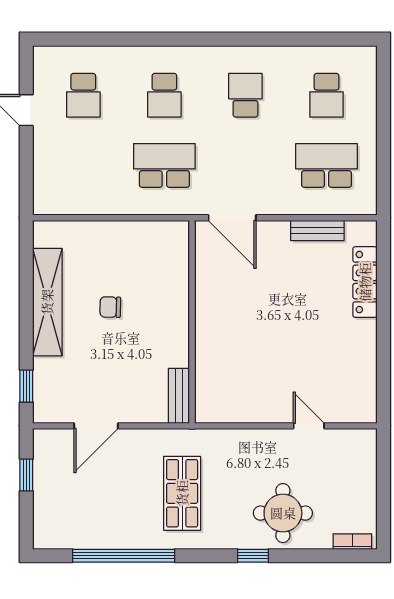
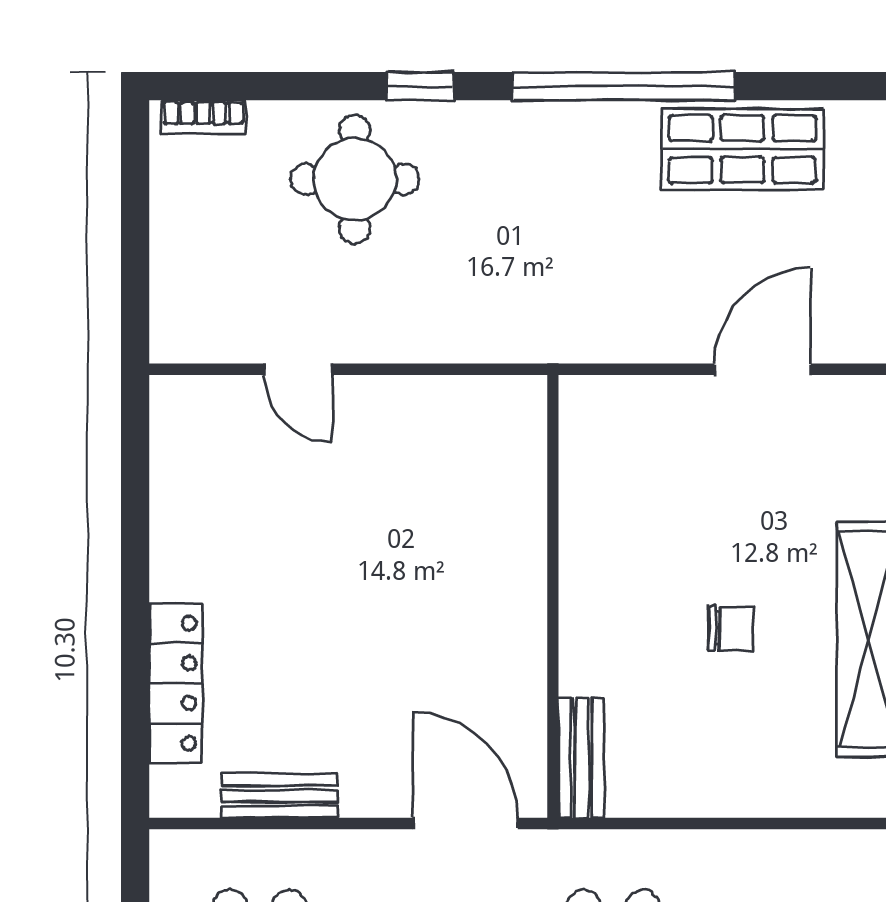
bench: (179, 396) -> (581, 758), moved
shop shelf: (182, 493) -> (742, 149), moved, turned 90
window: (124, 556) -> (624, 86), moved

